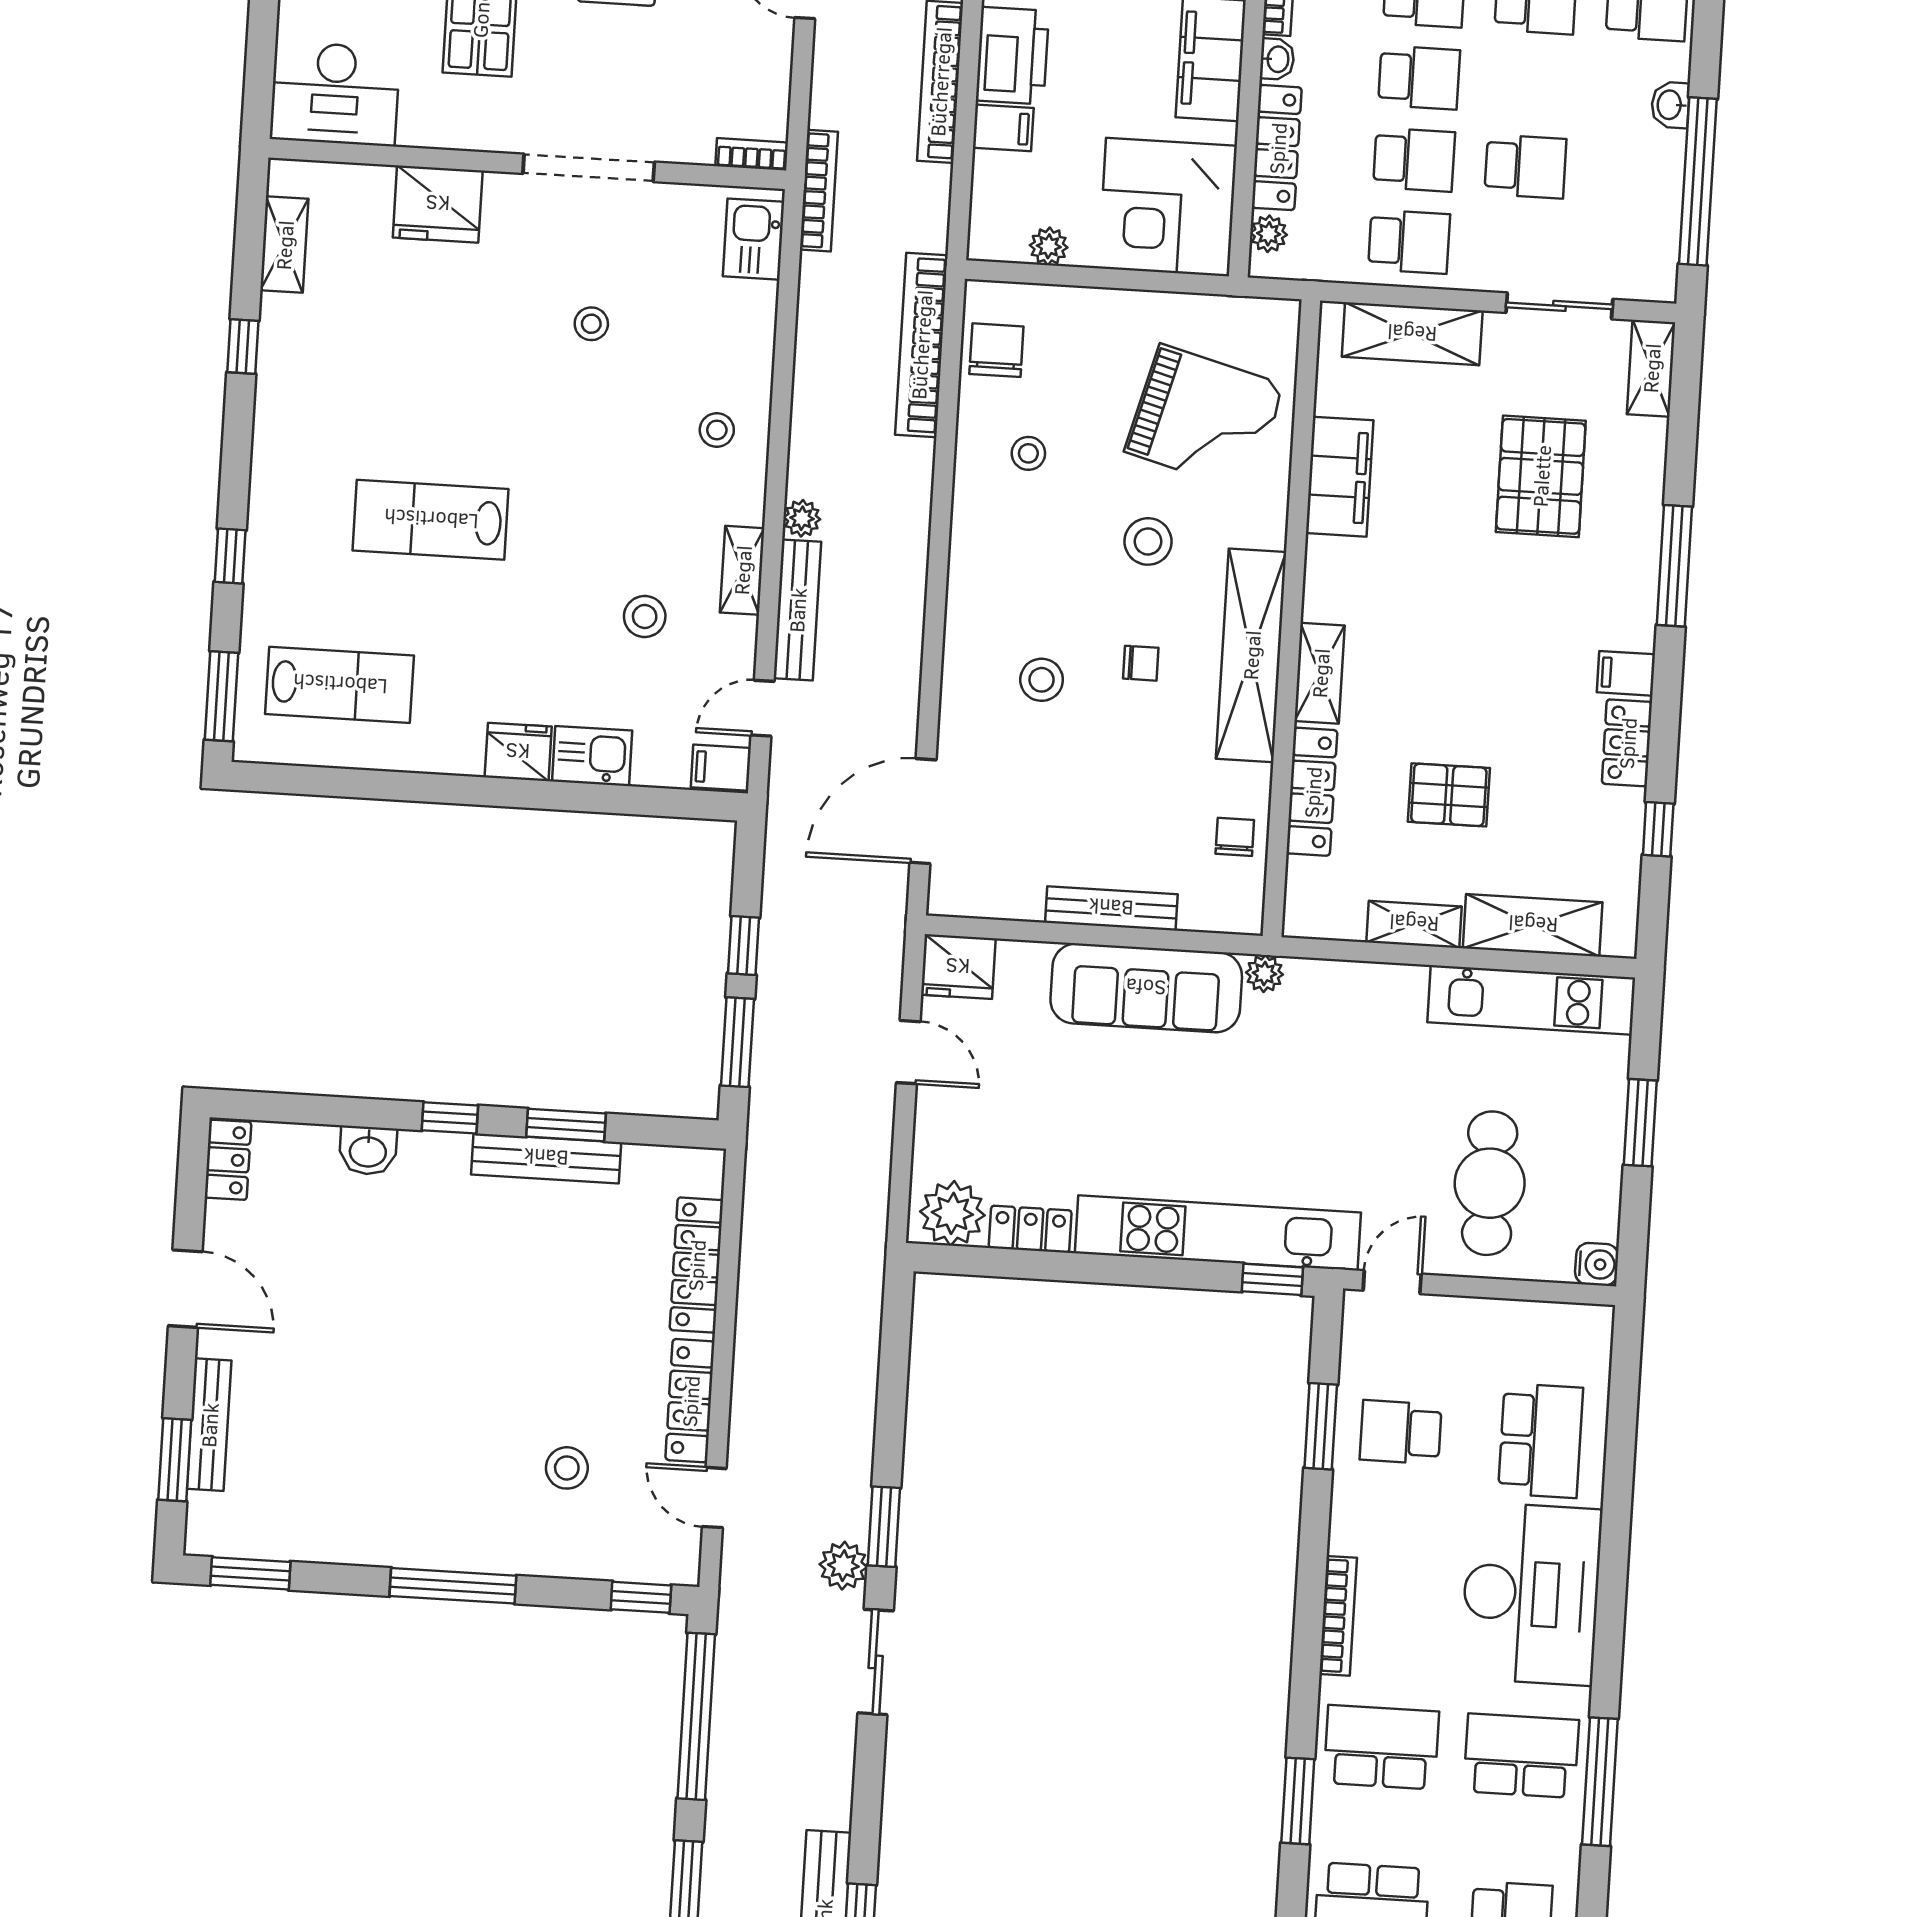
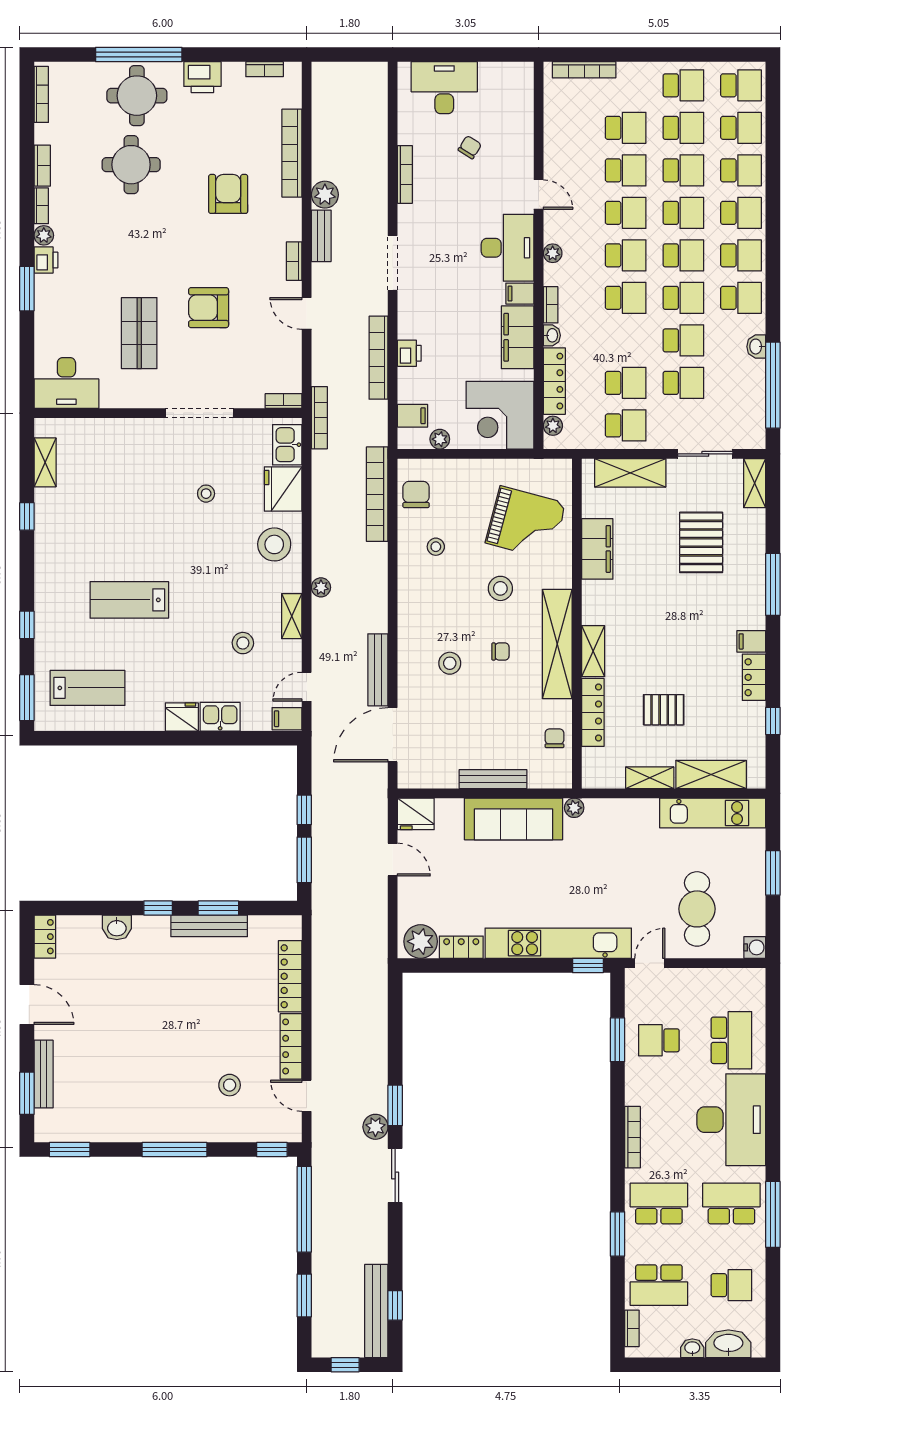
printer: (1012, 56) -> (409, 353), width x0.53, depth x0.68
school desk: (1419, 78) -> (683, 340), moved
filing cabinet: (1003, 128) -> (413, 416), moved
fridge: (438, 204) -> (283, 489), moved, turned 90
stool: (717, 430) -> (274, 544), width x1.89, depth x1.89
bench: (797, 610) -> (378, 670), moved

